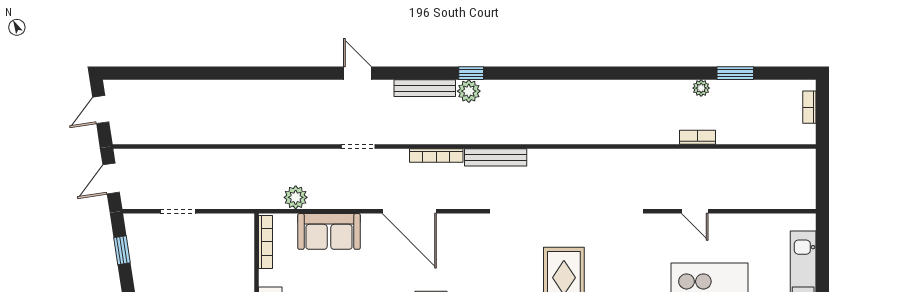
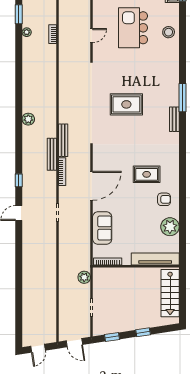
window: (471, 73) -> (19, 180), moved
bench: (425, 88) -> (52, 154), moved
plant: (469, 91) -> (28, 119), moved
door: (101, 110) -> (38, 348), hinge flipped
plant: (296, 197) -> (84, 277), moved

